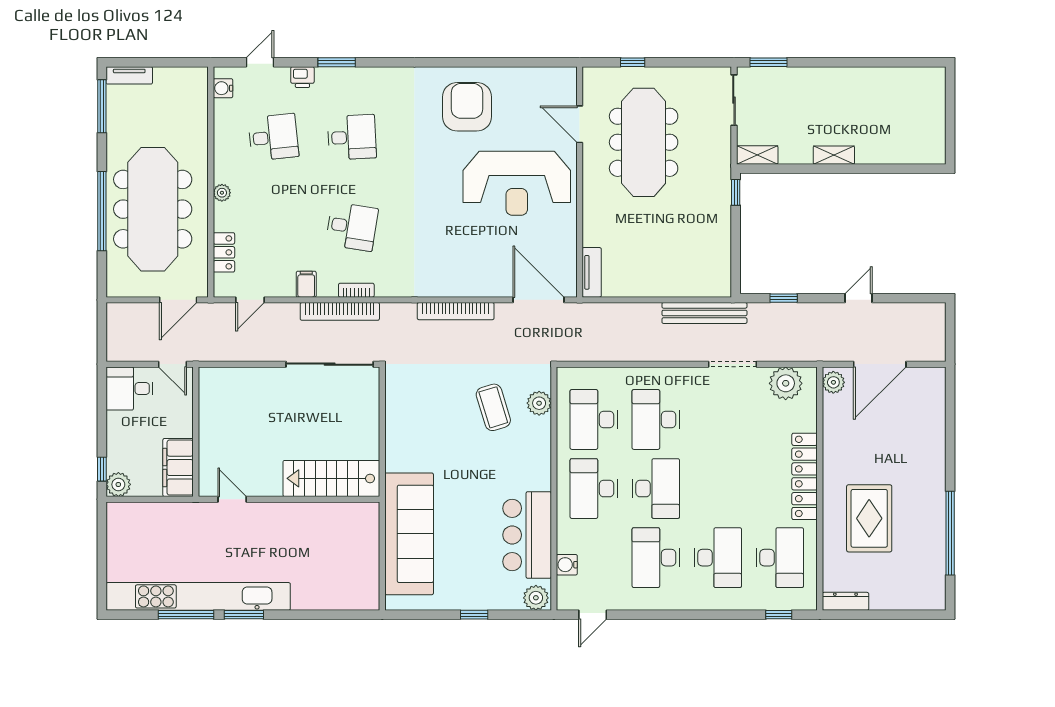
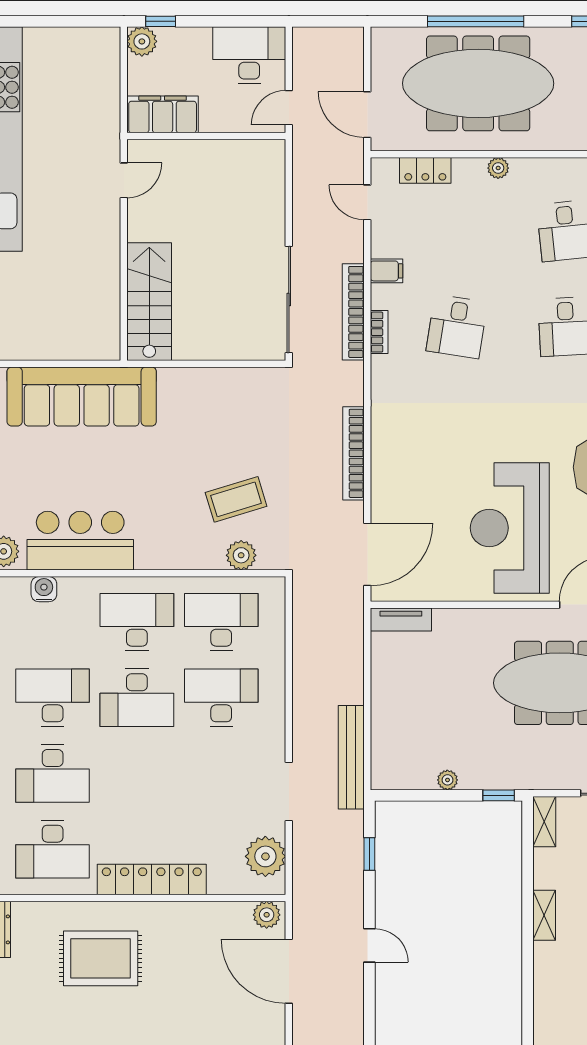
plant: (723, 234) -> (447, 780), added
desk: (130, 388) -> (249, 55), width x1.37

